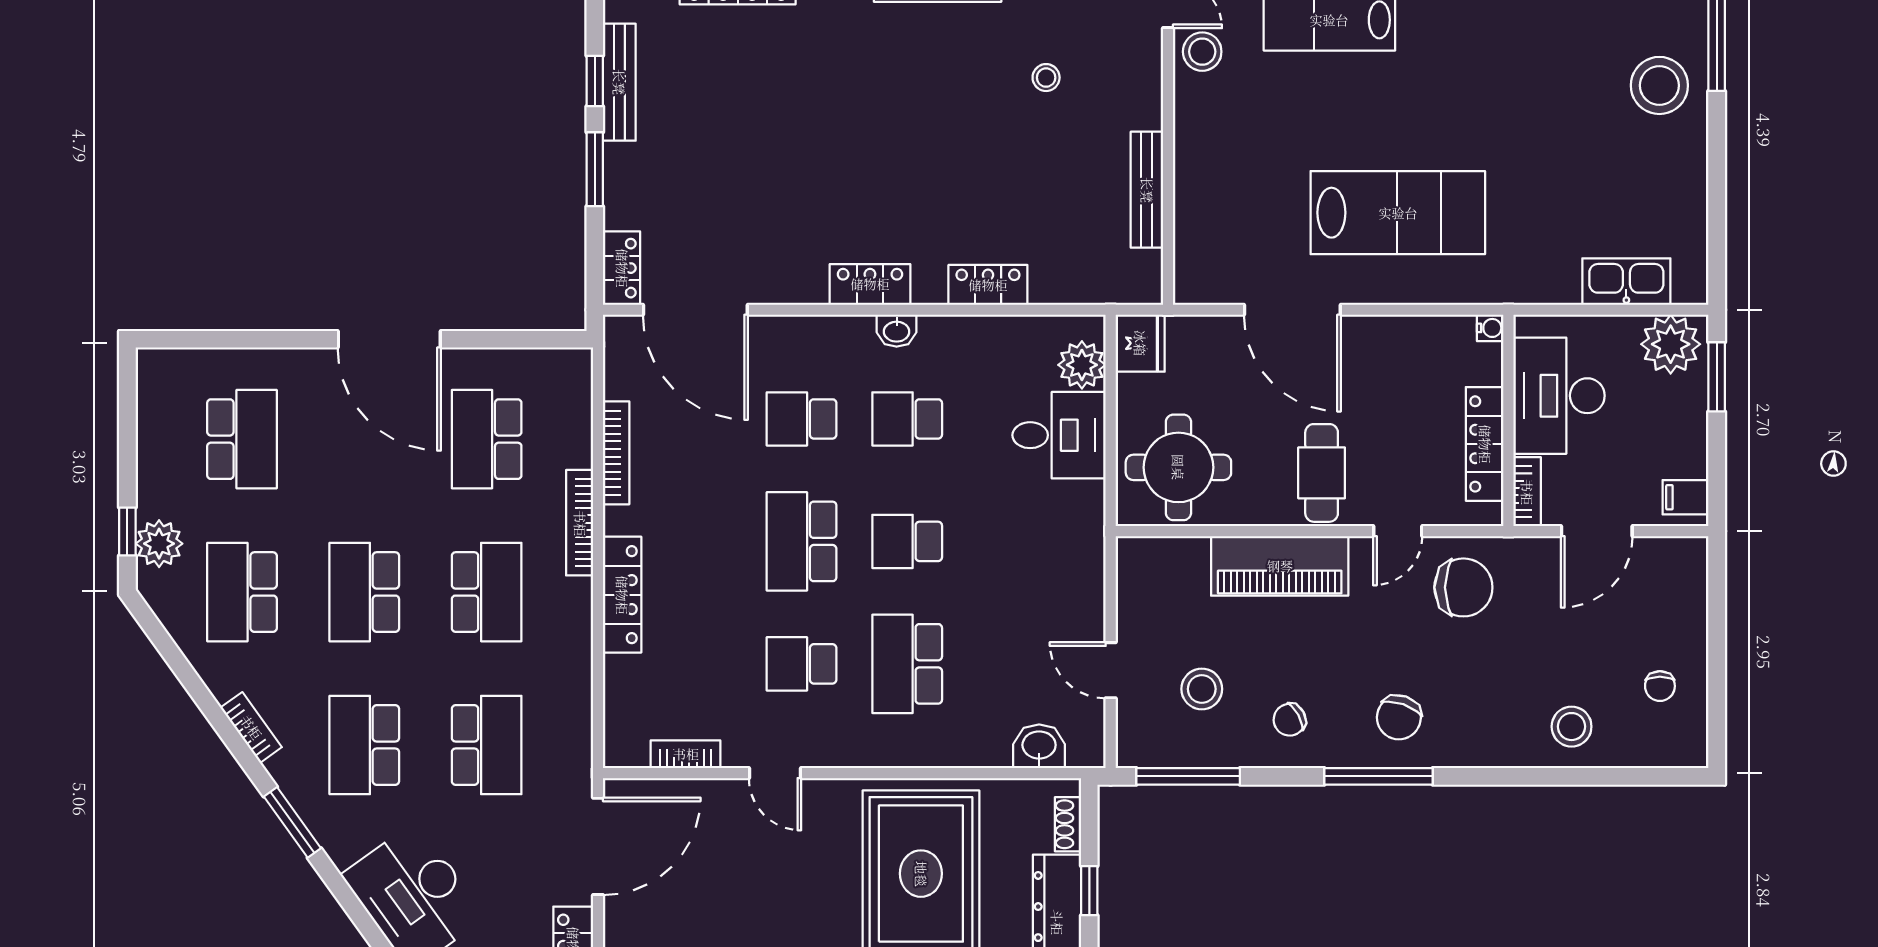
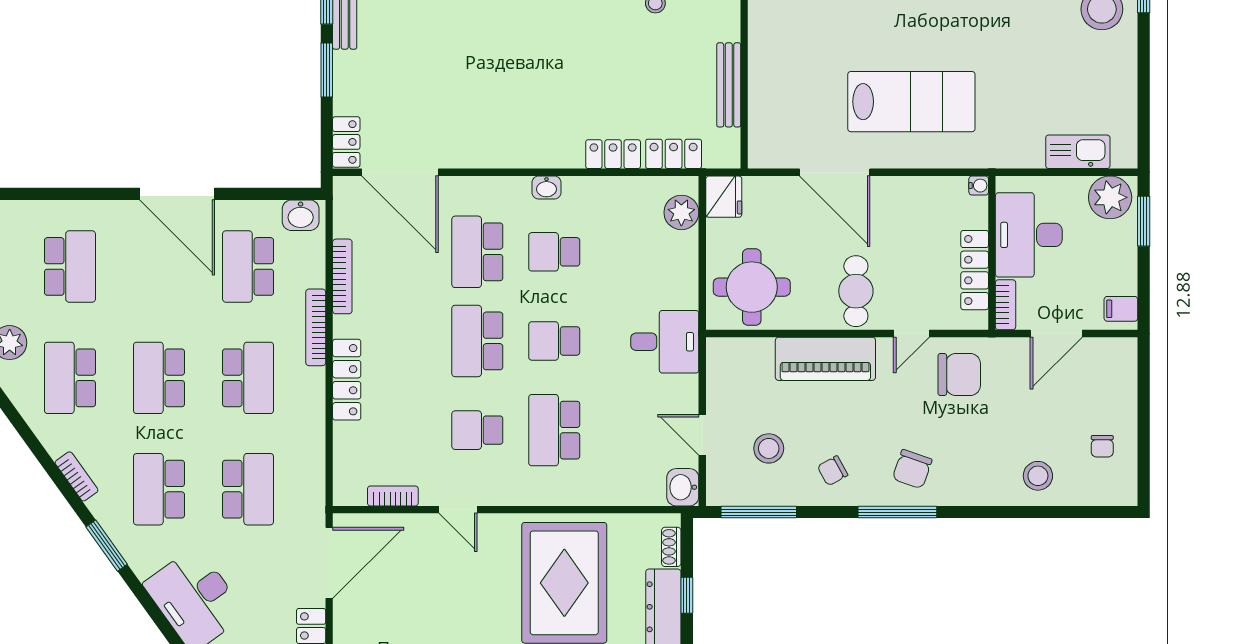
locker: (870, 284) -> (674, 154), moved
washbasin: (559, 369) -> (301, 215), added
school desk: (801, 419) -> (477, 252), width x1.85
desk: (1059, 435) -> (665, 342), moved
washbasin: (1039, 746) -> (683, 487), moved, turned -90

